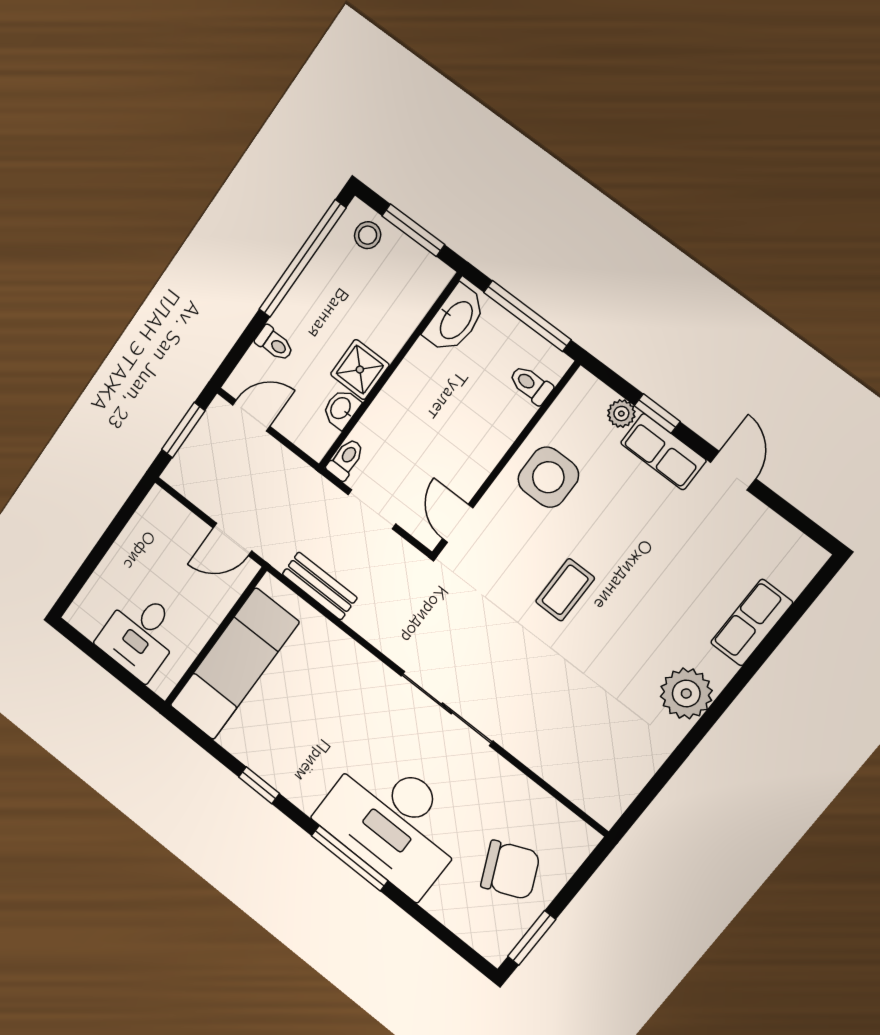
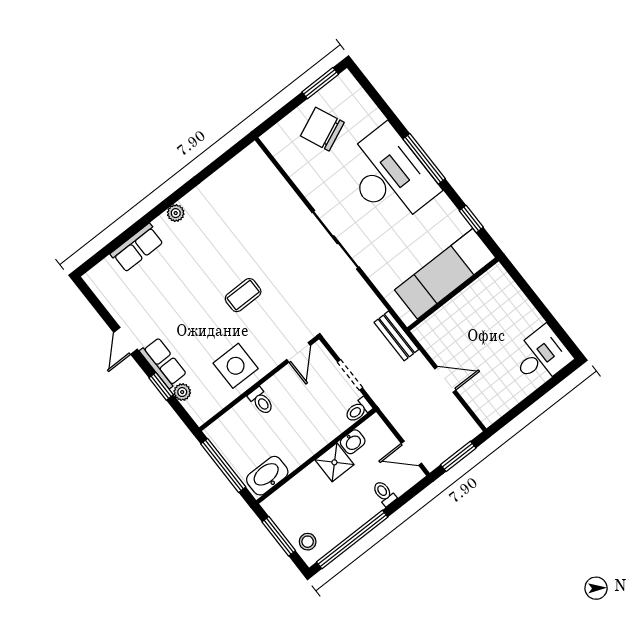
toilet: (531, 385) -> (261, 401), moved
desk: (140, 635) -> (541, 356), moved
wall: (215, 637) -> (453, 294), moved
exam couch: (234, 664) -> (445, 274), moved
plant: (686, 694) -> (176, 213), width x0.53, depth x0.53

